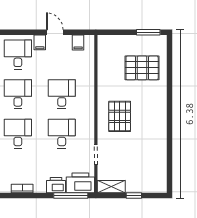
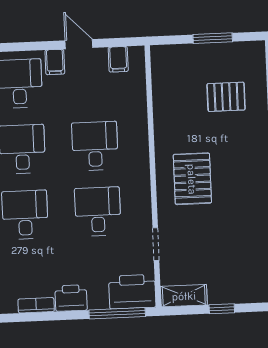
window: (148, 32) -> (213, 38), moved
pallet: (142, 68) -> (226, 97), width x0.67, depth x0.71
printer: (56, 185) -> (71, 298), moved

